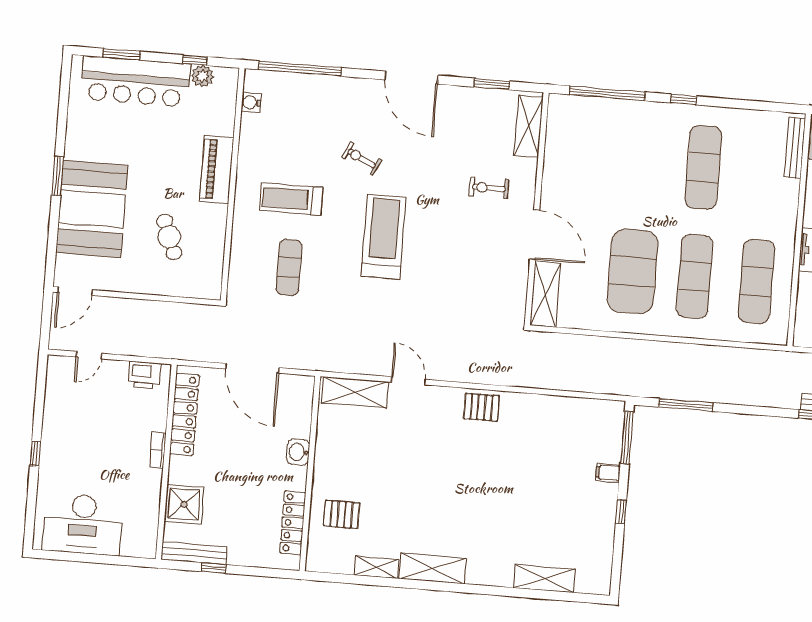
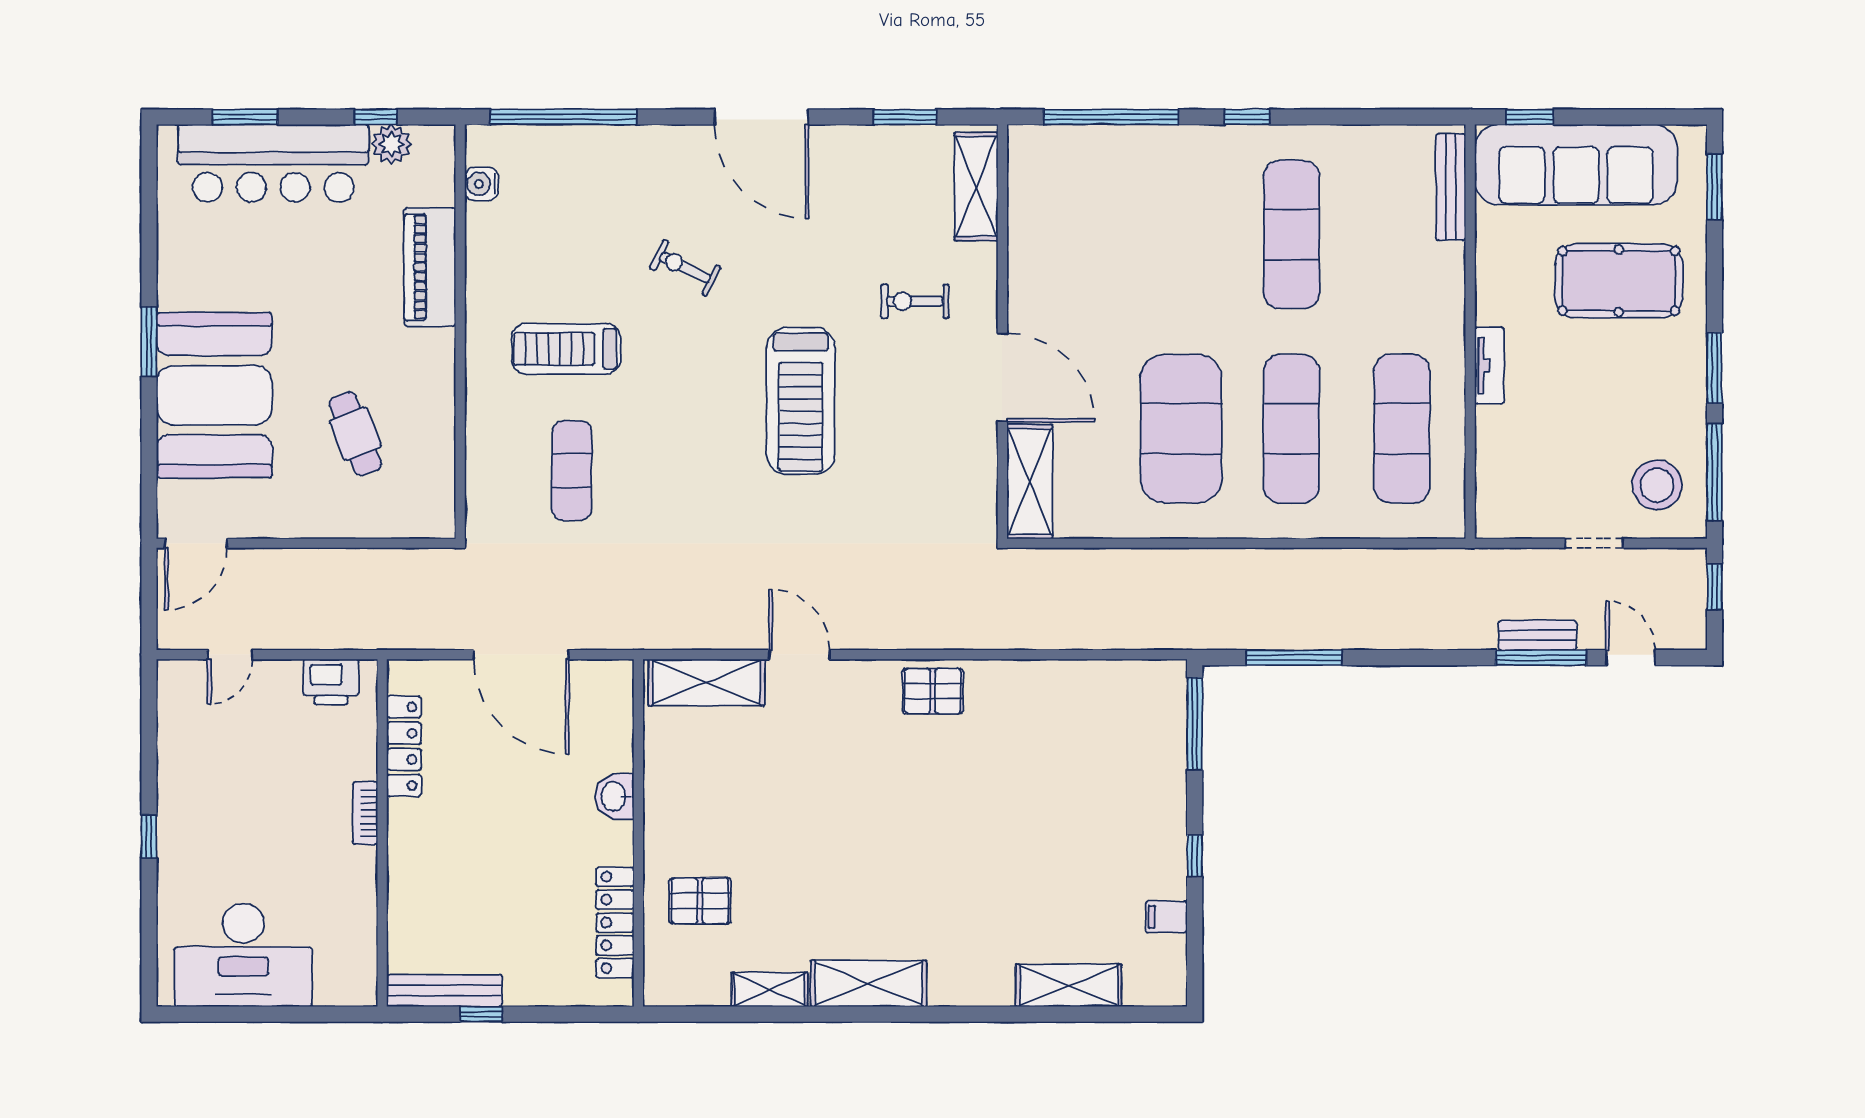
piano: (217, 169) -> (430, 267), moved
treadmill: (384, 237) -> (801, 401), moved, turned 180
locker: (184, 415) -> (404, 746), width x0.71, depth x0.83
filing cabinet: (608, 473) -> (1166, 917), moved
shower: (184, 504) -> (420, 905), removed

